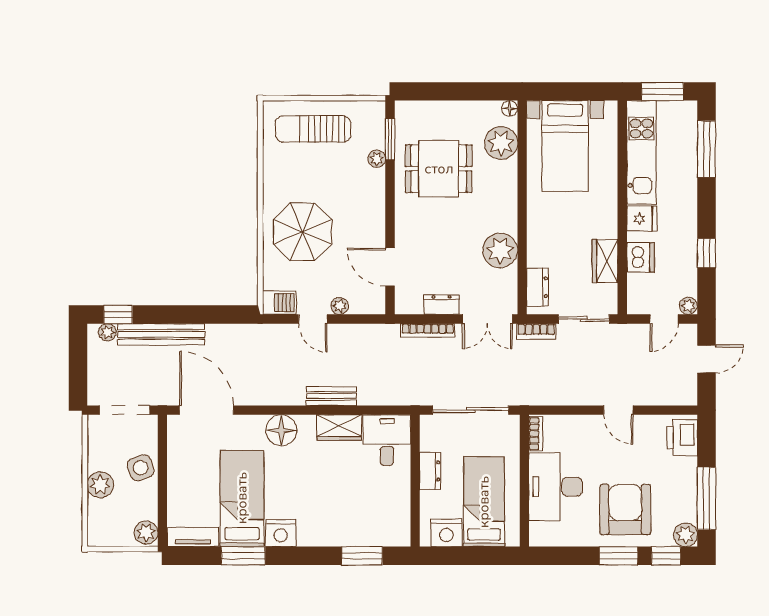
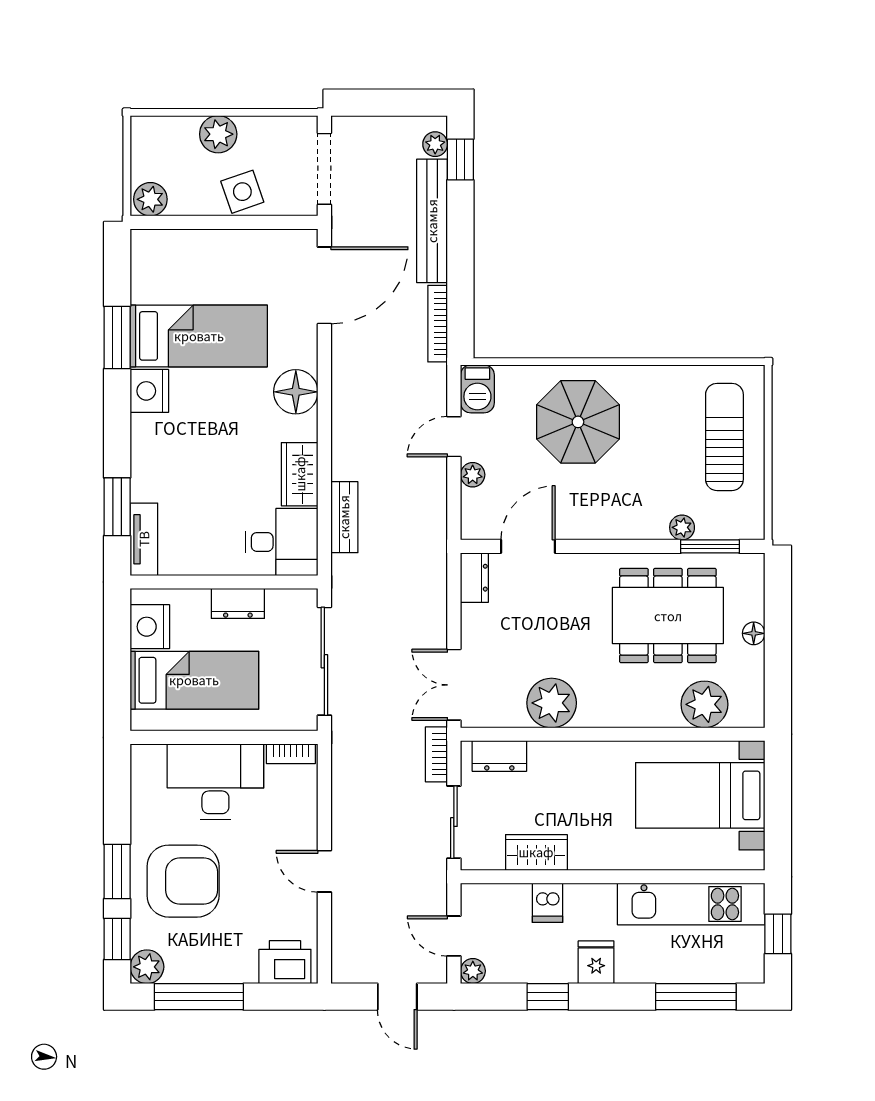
window: (662, 91) -> (778, 934), width x0.67
floor lamp: (510, 108) -> (754, 633), moved
dining table: (439, 169) -> (668, 616), width x1.37
fridge: (642, 219) -> (596, 962), moved, turned 180
dishwasher: (641, 257) -> (547, 903), width x0.73
dresser: (442, 305) -> (474, 578), moved
bookcase: (428, 330) -> (438, 324), moved
bench: (331, 396) -> (344, 517), moved
door: (618, 410) -> (324, 871), hinge flipped
tv unit: (193, 537) -> (144, 539), moved

